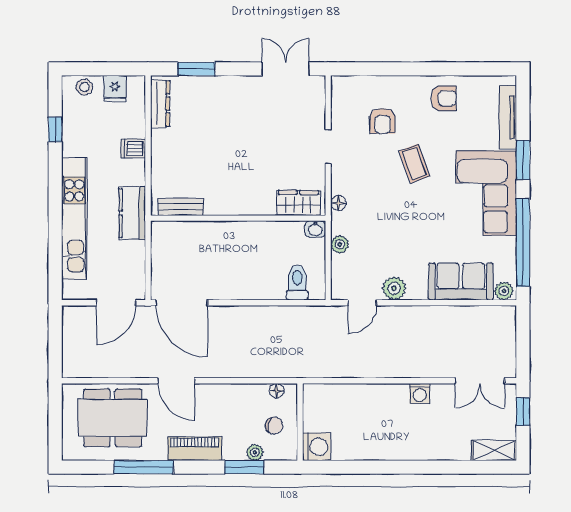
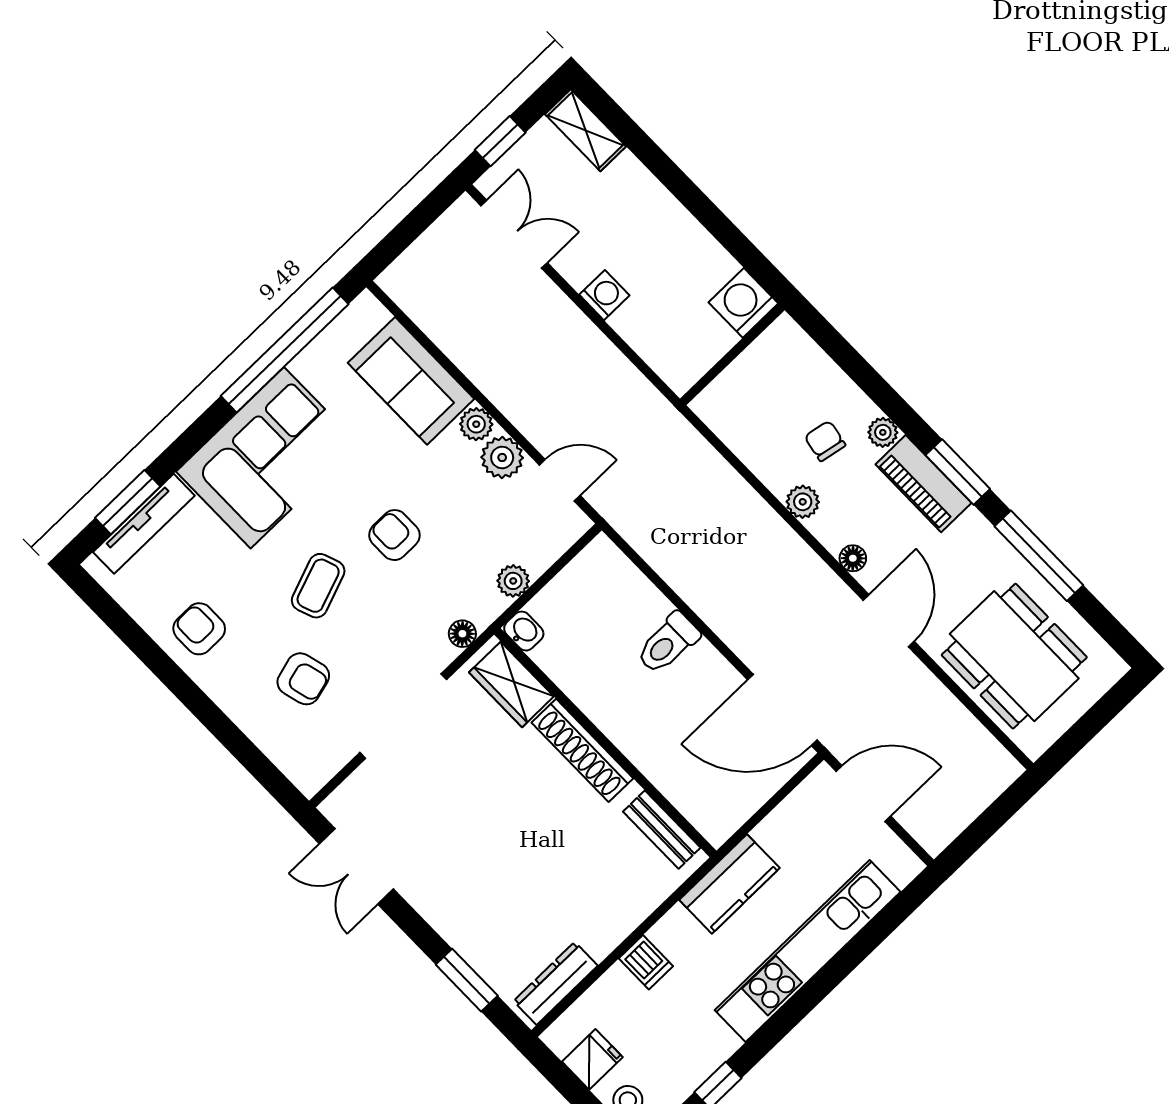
armchair: (382, 121) -> (303, 679), turned 75
doorway: (328, 147) -> (403, 716), width x1.88
window: (523, 160) -> (128, 502), moved
shoe rack: (244, 206) -> (582, 750), added
armchair: (405, 214) -> (394, 535), added
toilet: (297, 283) -> (668, 643), moved
plant: (504, 291) -> (476, 424), moved
door: (182, 303) -> (782, 710), swing flipped
floor lamp: (276, 391) -> (853, 558), moved
plant: (258, 393) -> (803, 502), added
wall: (300, 422) -> (732, 354), moved
washing machine: (316, 447) -> (743, 303), moved
piano: (195, 449) -> (923, 484), moved
window: (244, 467) -> (958, 472), moved

